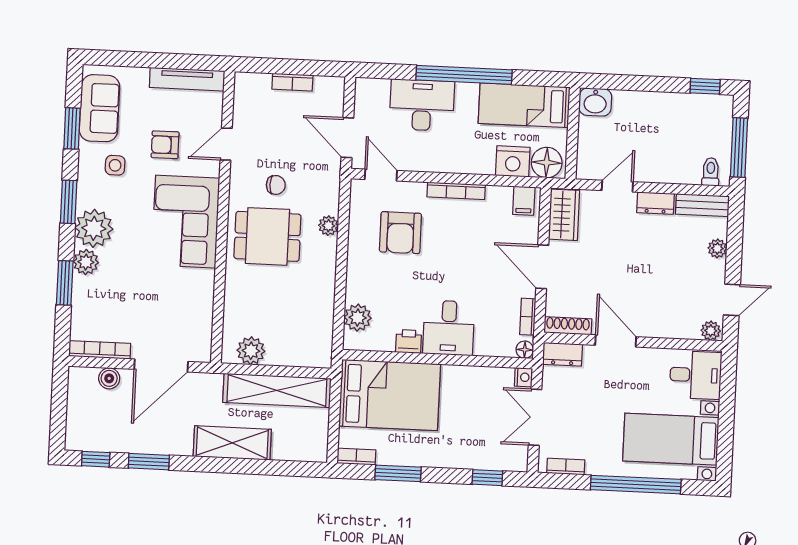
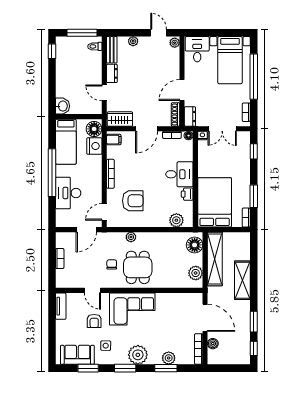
tv unit: (187, 79) -> (61, 306), width x0.71
plant: (86, 262) -> (169, 358), moved
floor lamp: (307, 351) -> (195, 245), added

